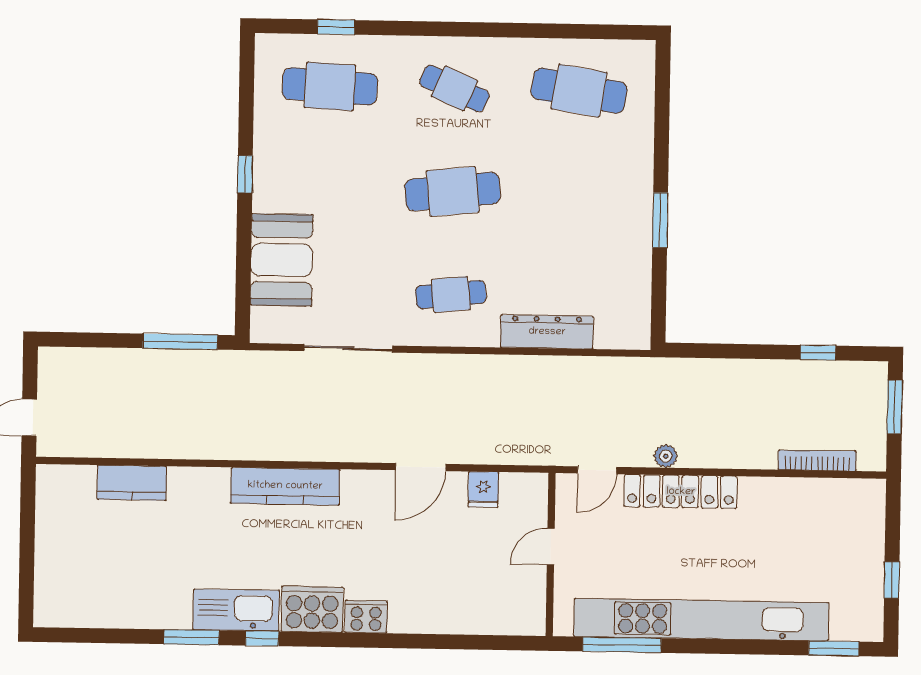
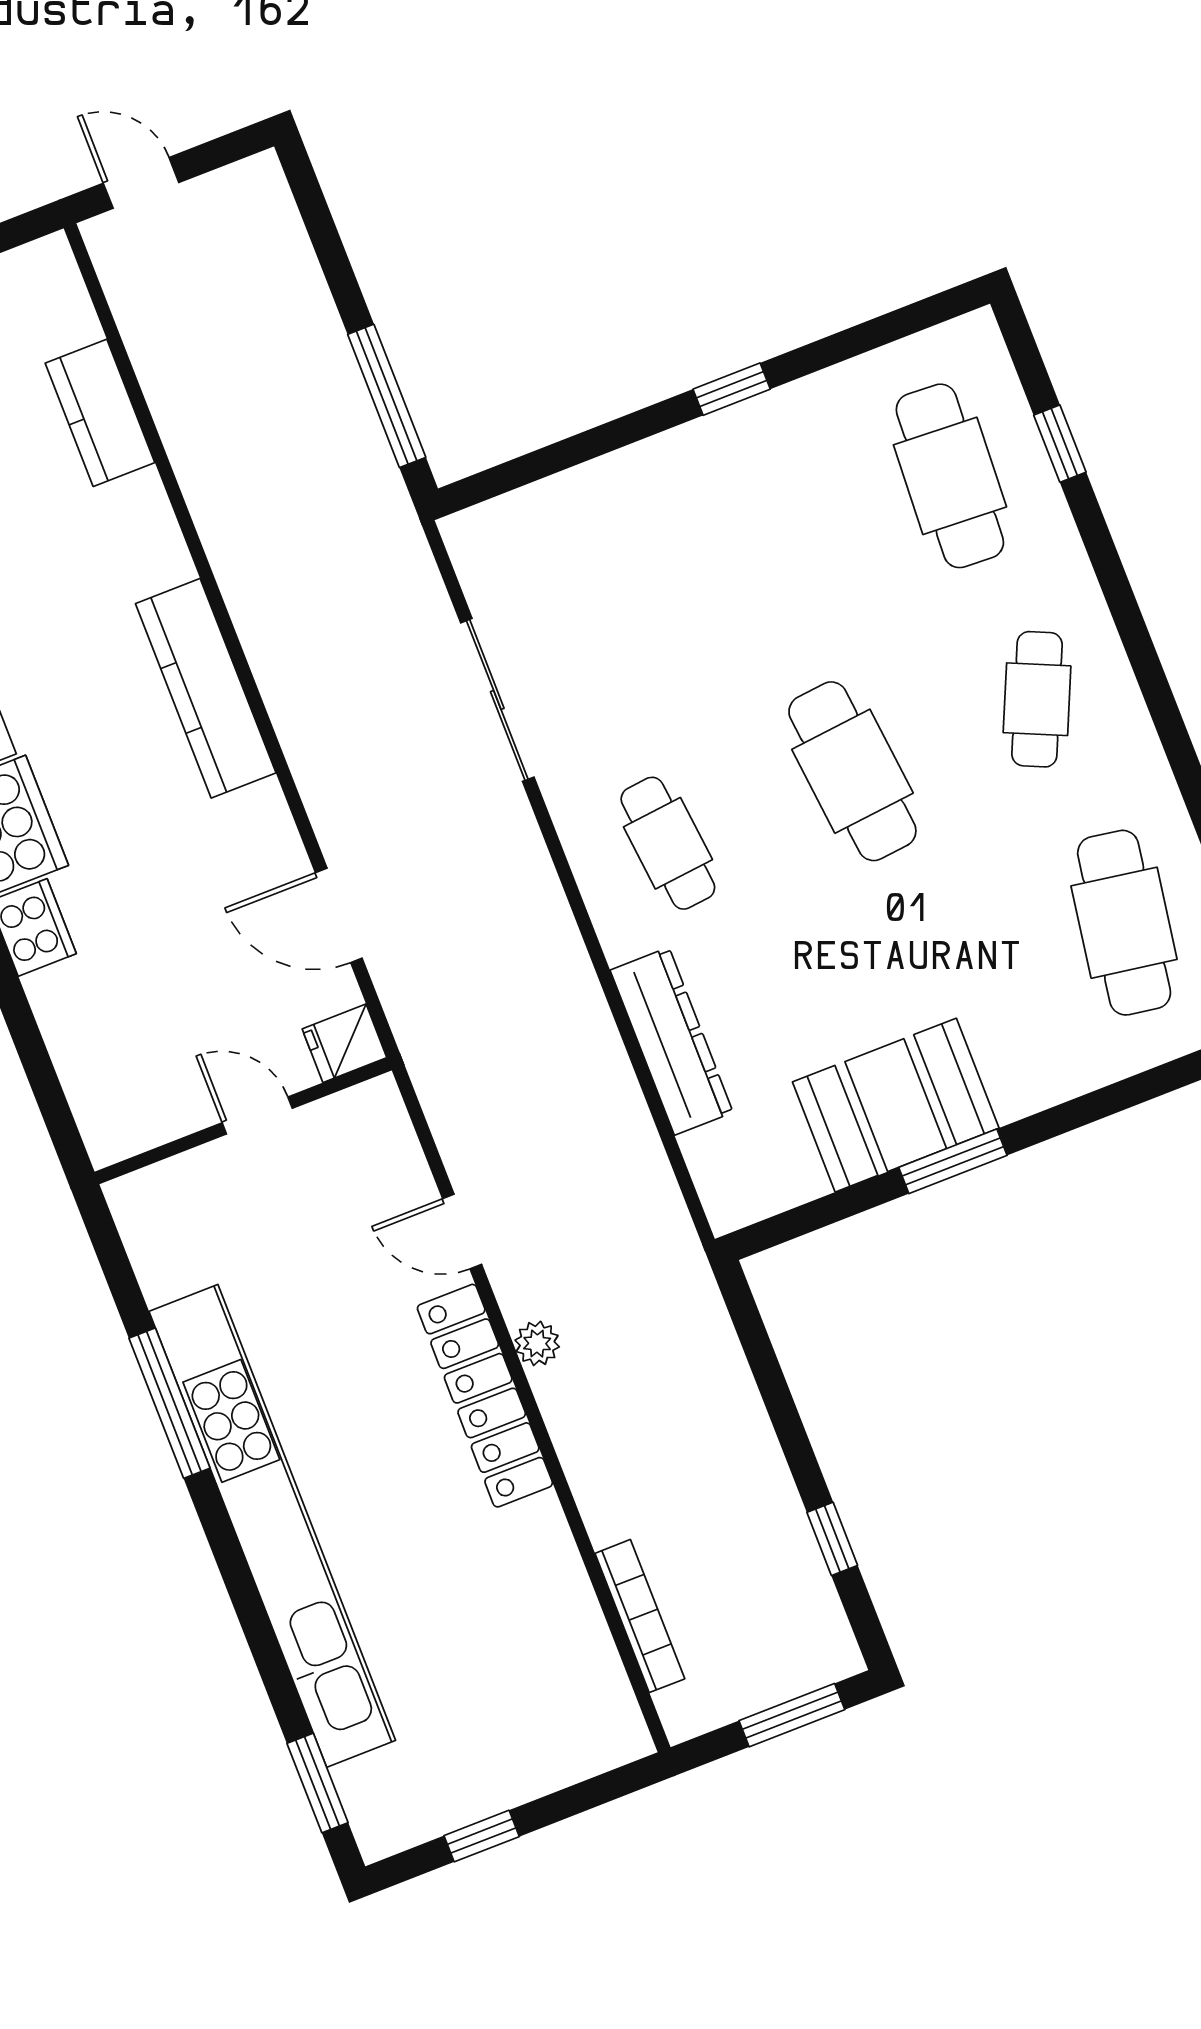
booth: (282, 260) -> (896, 1105), moved
door: (551, 547) -> (257, 1115), moved
wall: (551, 555) -> (243, 1121), moved

